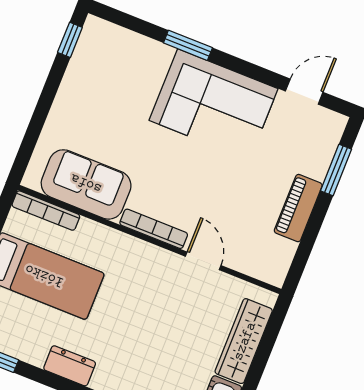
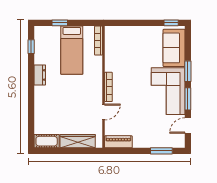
window: (247, 69) -> (188, 99), added
door: (304, 92) -> (188, 126), swing flipped
sofa: (86, 184) -> (174, 48), moved, turned 180
piano: (298, 208) -> (118, 142), moved

